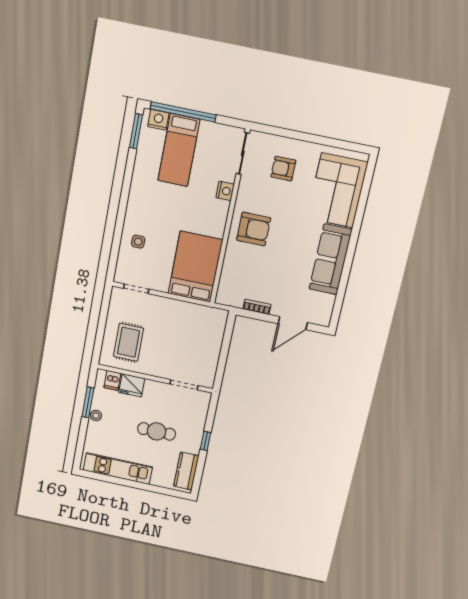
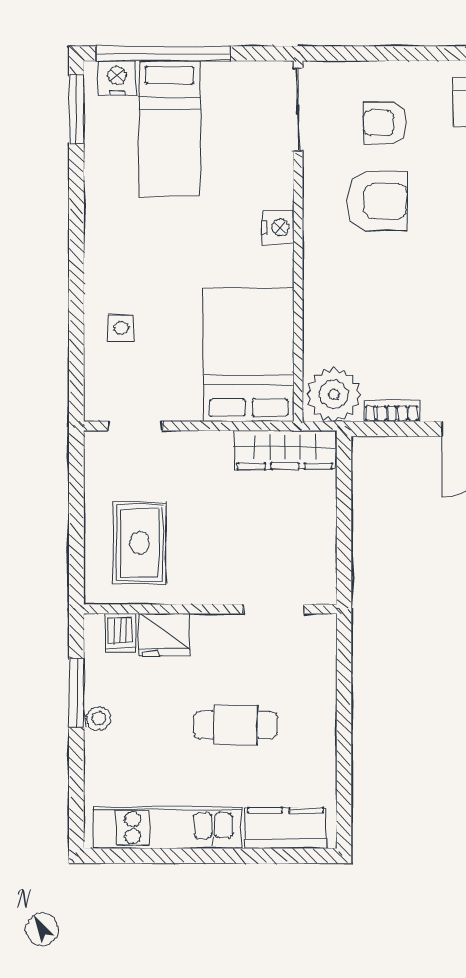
nightstand: (225, 191) -> (278, 227), moved
armchair: (254, 229) -> (377, 201), moved
plant: (231, 294) -> (334, 394), added
wardrobe: (203, 314) -> (285, 450), added
window: (205, 441) -> (344, 722), removed
kitchen counter: (186, 471) -> (286, 828), moved, turned 90

